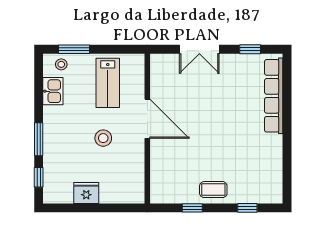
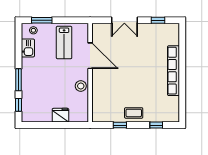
row of seats: (274, 96) -> (174, 71), moved
door: (147, 119) -> (90, 56), moved
stool: (103, 138) -> (81, 86), moved
fridge: (86, 193) -> (60, 115), moved

